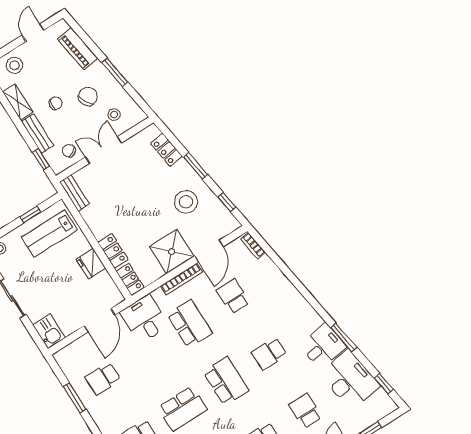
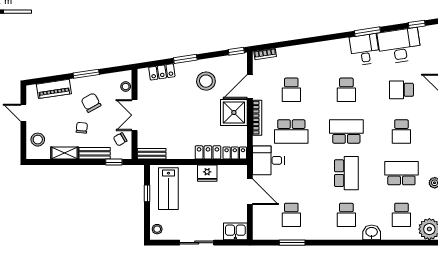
stool: (114, 115) -> (126, 87), moved
window: (227, 202) -> (236, 51), moved
door: (209, 251) -> (250, 87), swing flipped
school desk: (233, 296) -> (291, 90), turned -90
school desk: (190, 324) -> (291, 131), turned 180

